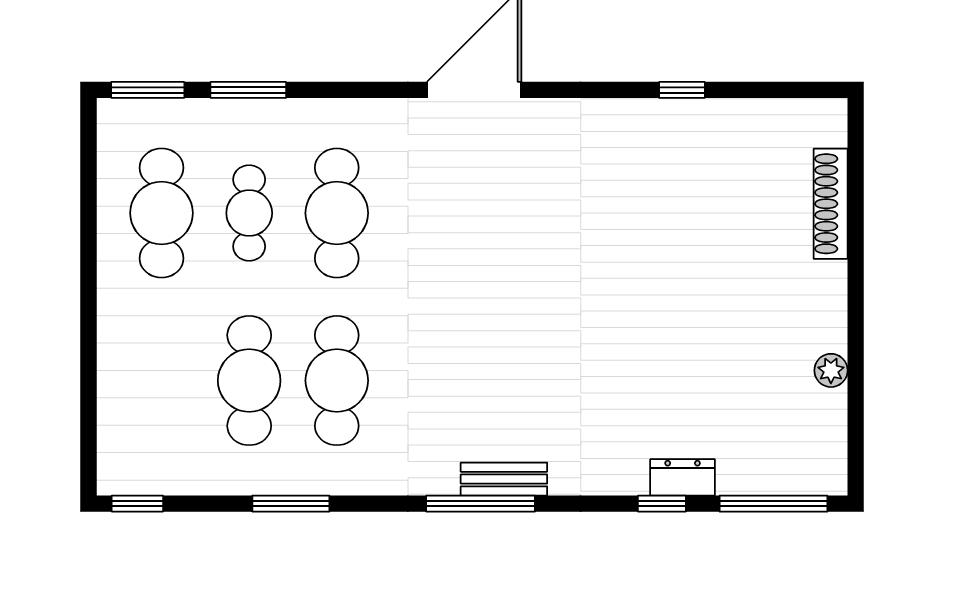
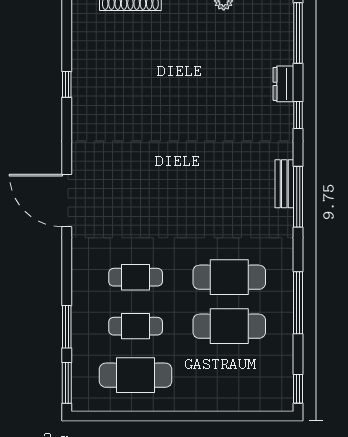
cafe table: (337, 213) -> (136, 277), width x0.73, depth x0.74
window: (291, 504) -> (298, 303), width x1.44
window: (662, 504) -> (298, 115), moved

